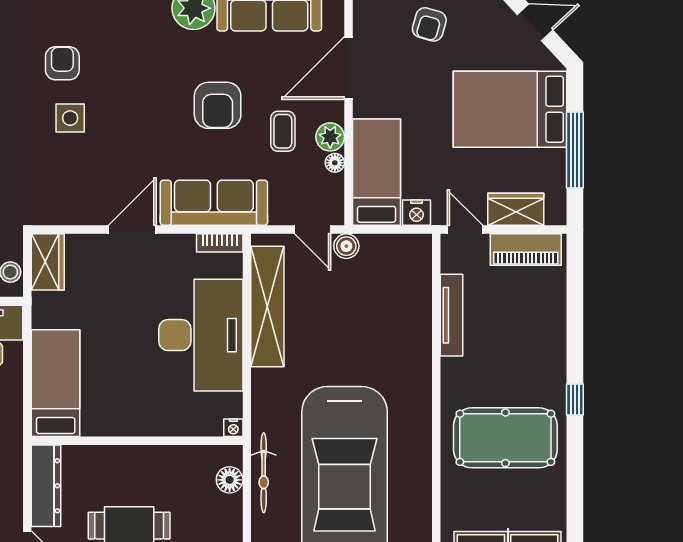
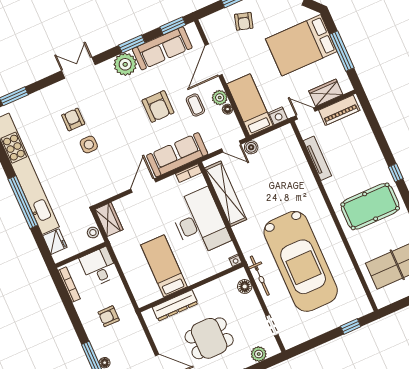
bed: (56, 383) -> (164, 266), moved
dresser: (46, 486) -> (175, 305), moved, turned 90

